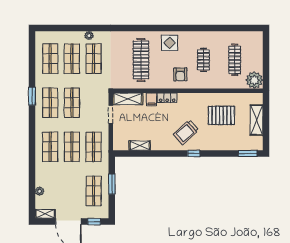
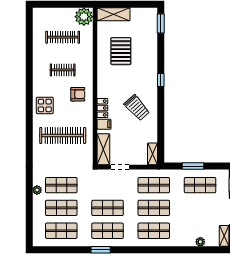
shelving: (257, 120) -> (114, 14), moved
trolley: (186, 132) -> (137, 108), moved
shelving: (140, 146) -> (152, 154), moved

